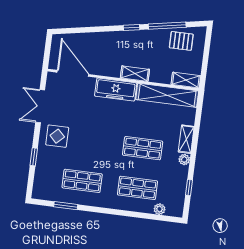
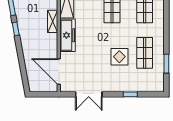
door: (73, 73) -> (59, 71), hinge flipped
display table: (57, 136) -> (119, 57), moved

